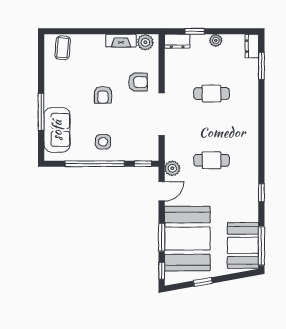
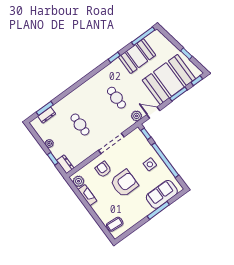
dresser: (252, 46) -> (47, 115), moved
armchair: (103, 95) -> (124, 183), width x1.88, depth x1.88
booth: (243, 245) -> (137, 56), moved

